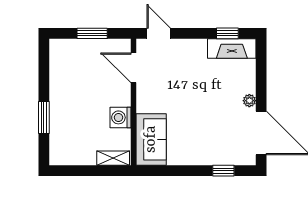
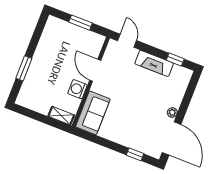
fireplace: (232, 48) -> (154, 63), moved
door: (133, 68) -> (95, 70), moved

